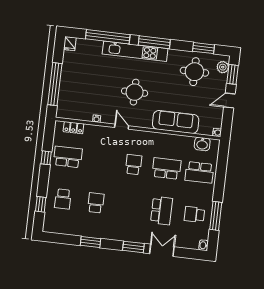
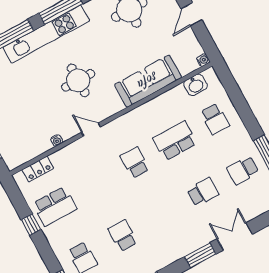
school desk: (68, 157) -> (55, 206), turned 180
school desk: (199, 172) -> (215, 119), width x0.54
school desk: (162, 211) -> (203, 192), width x0.54

